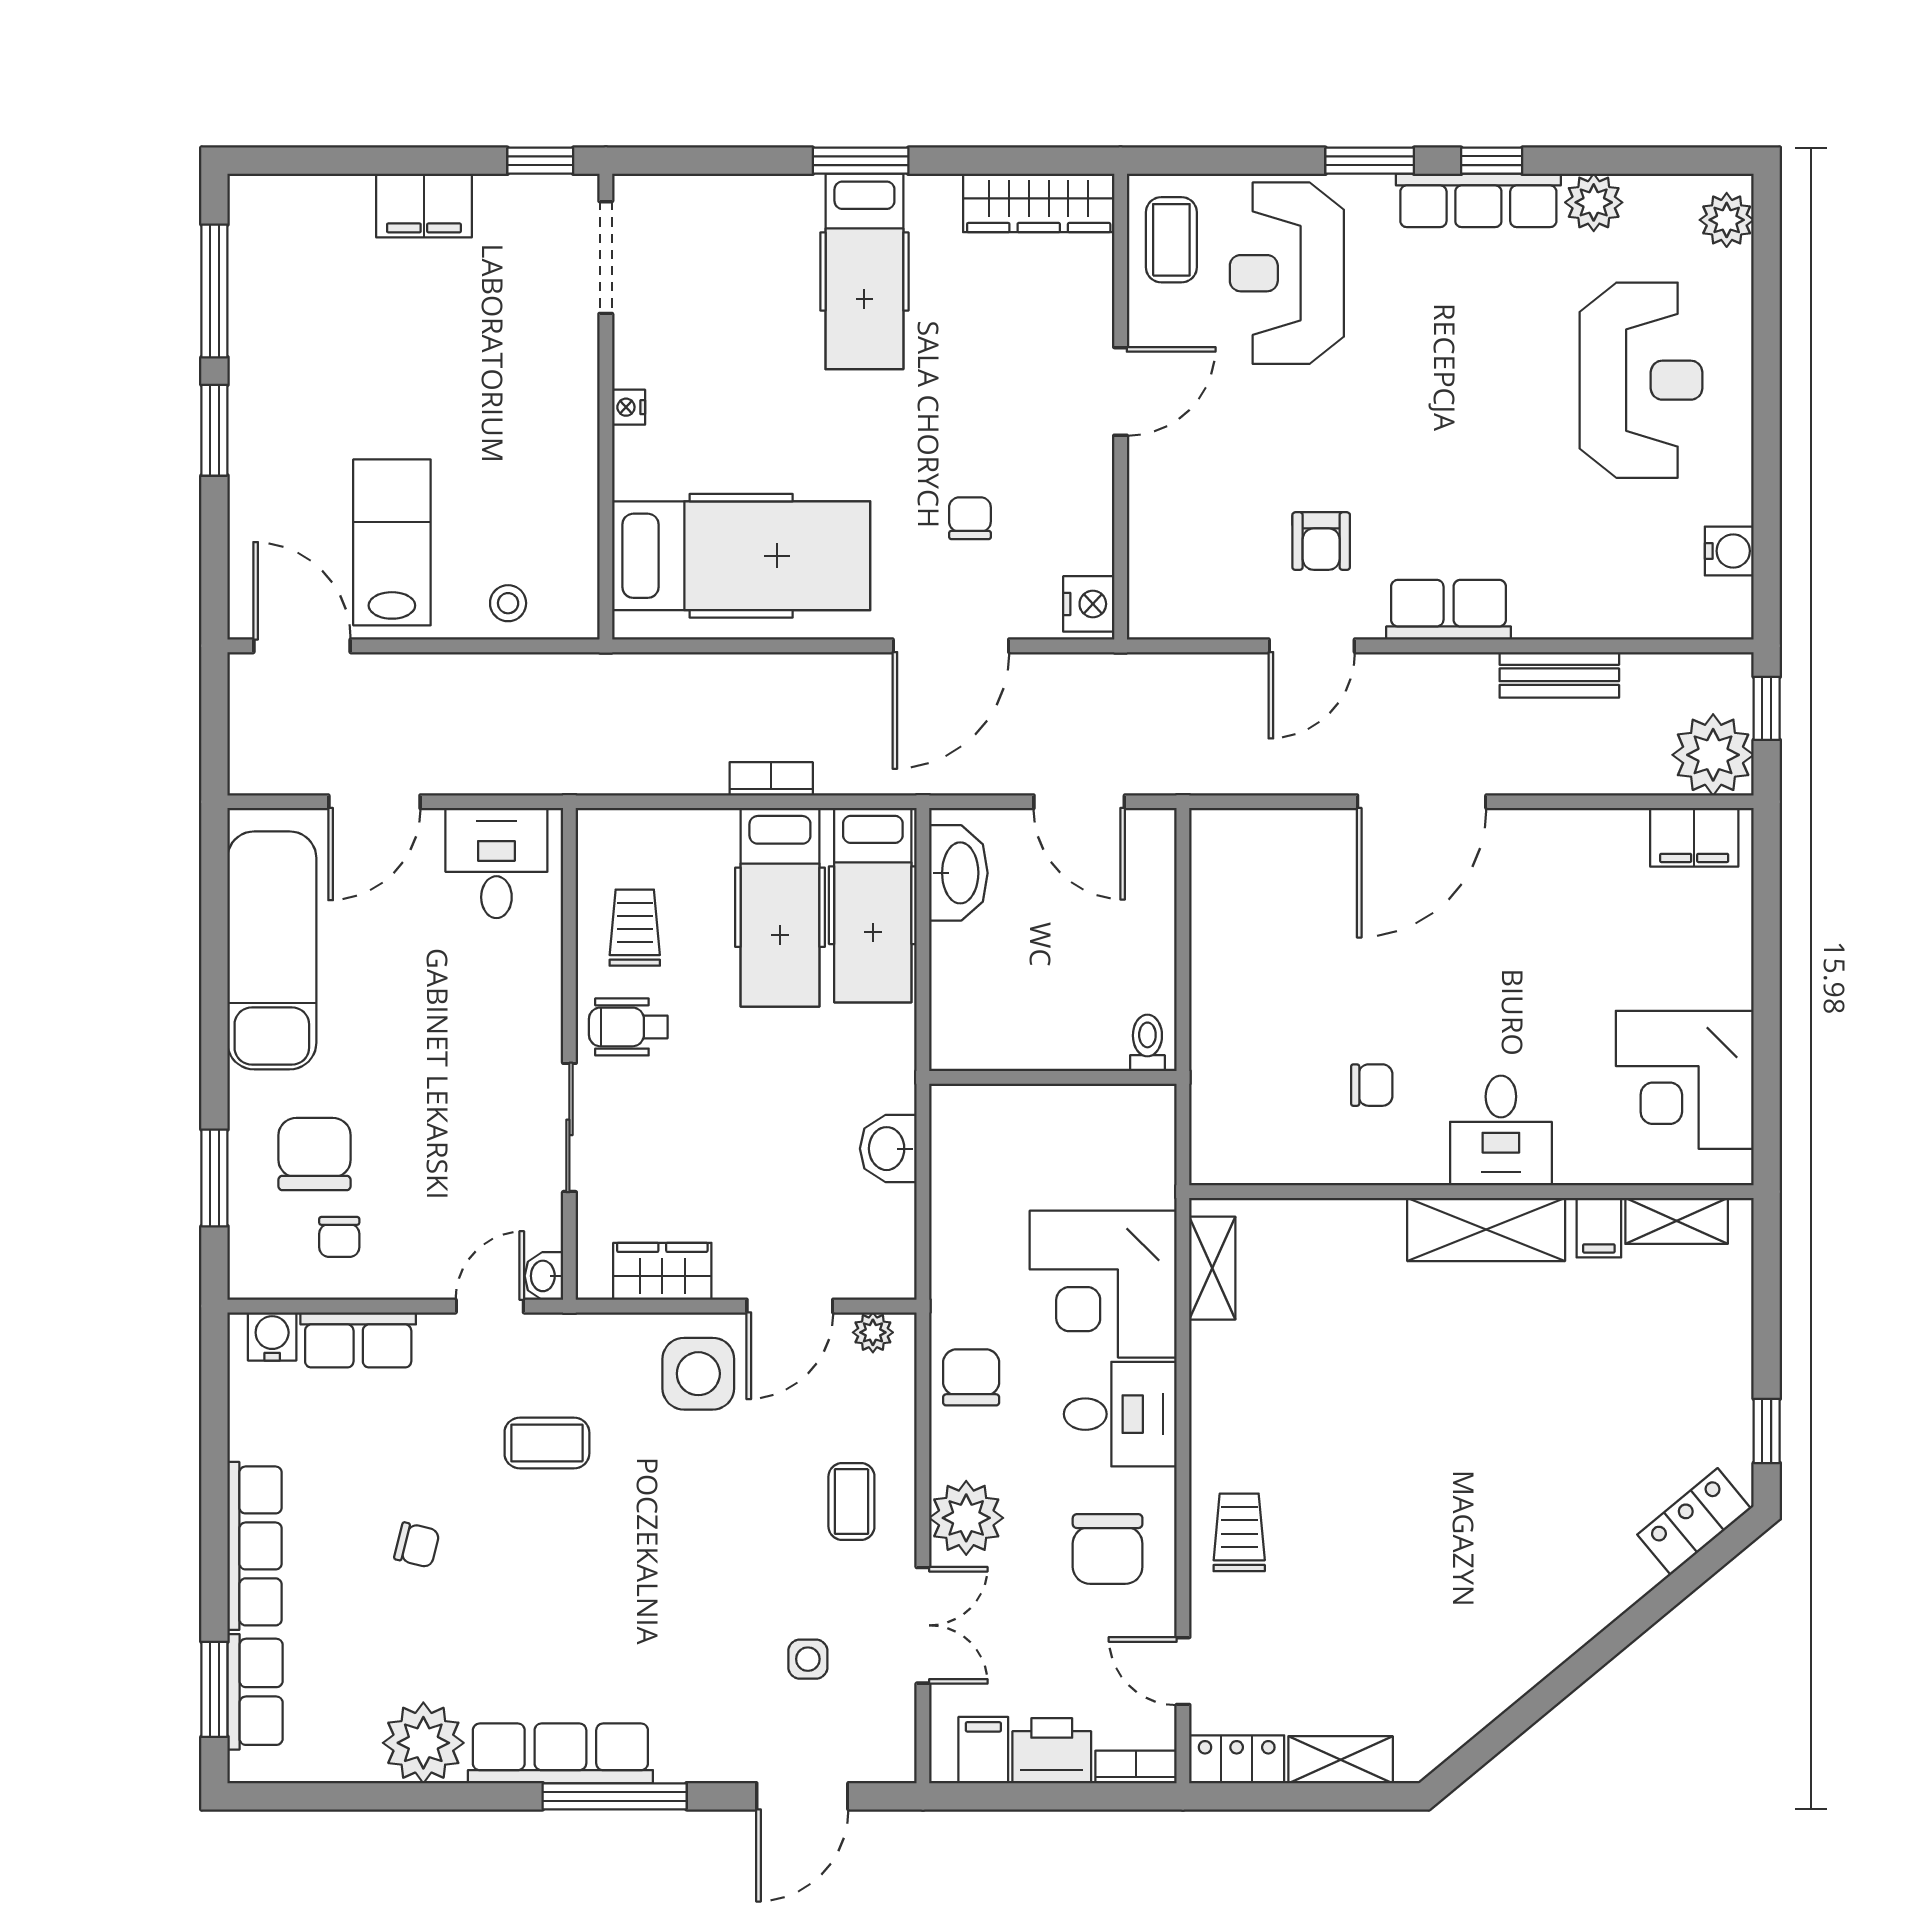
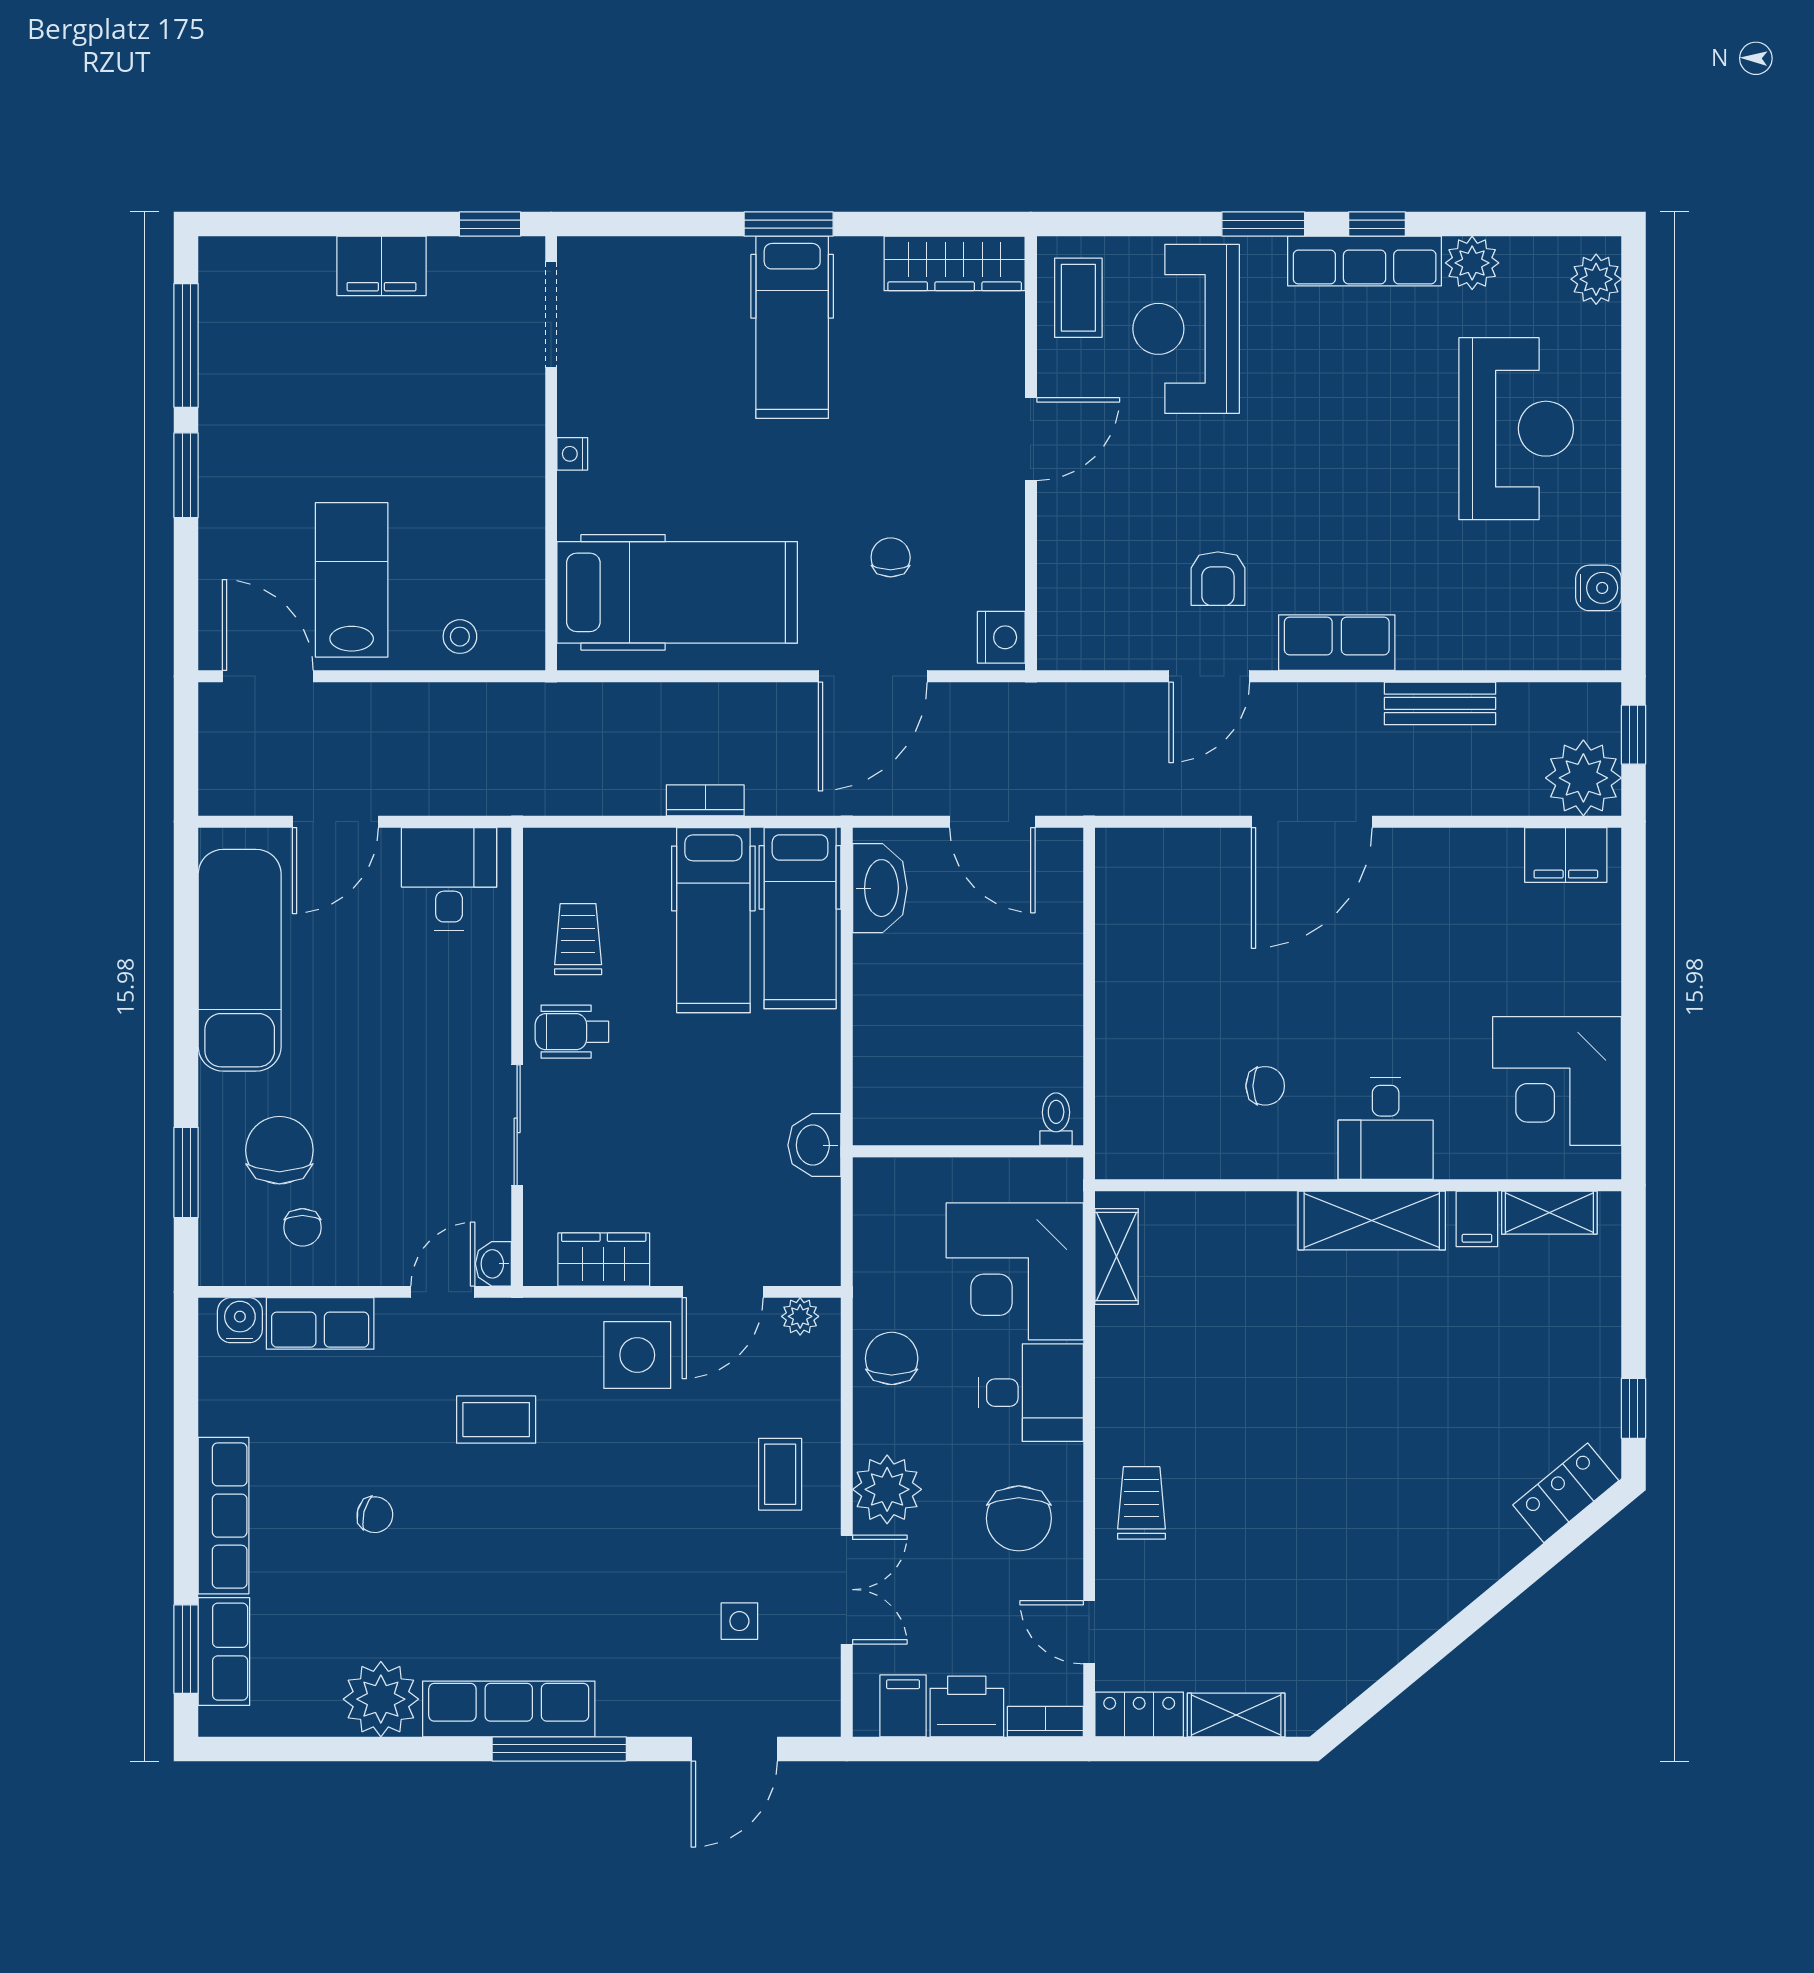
toilet: (1147, 1043) -> (1056, 1119), moved
wall: (1053, 1077) -> (968, 1151), moved

